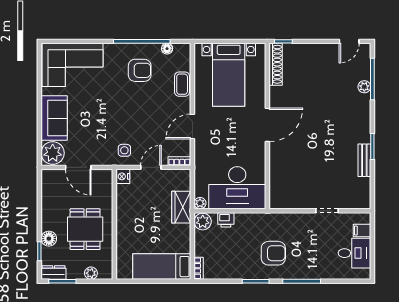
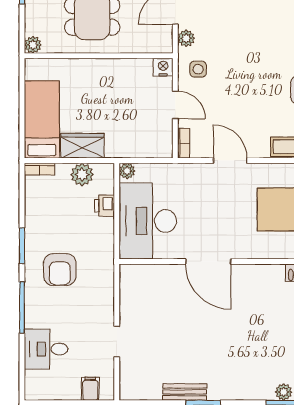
door: (267, 125) -> (208, 262), moved
plant: (101, 159) -> (186, 38), added
wardrobe: (181, 207) -> (82, 146), moved
plant: (203, 222) -> (82, 174), moved
desk: (354, 253) -> (46, 349), moved, turned 90
plant: (91, 273) -> (33, 45), moved

